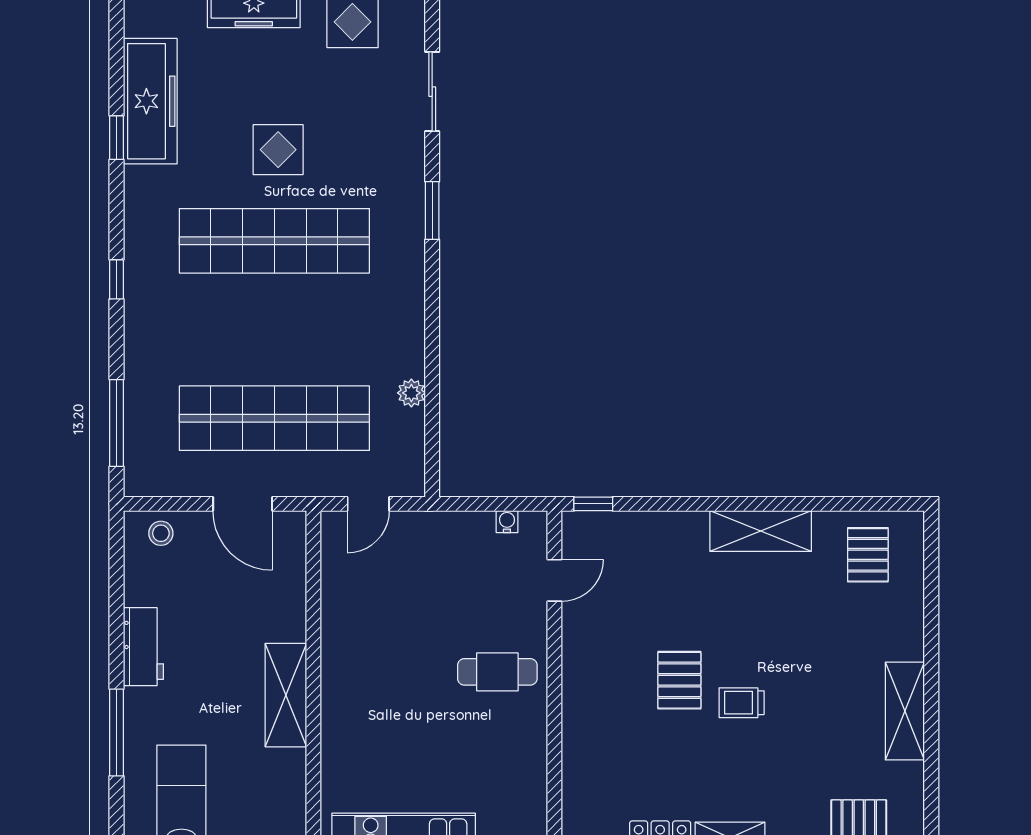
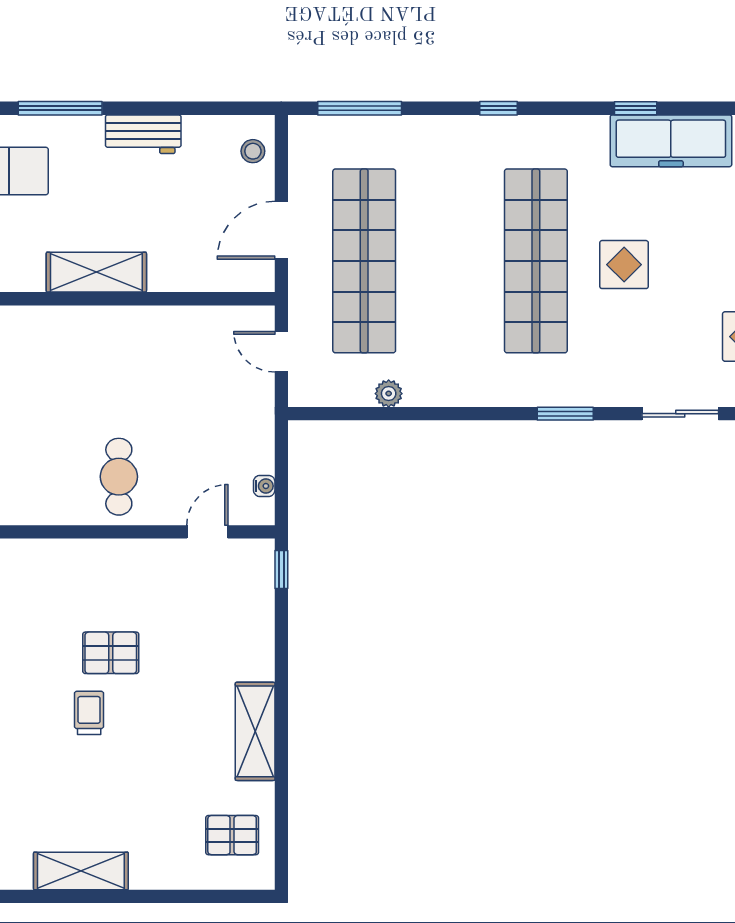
door: (554, 580) -> (207, 532), swing flipped

